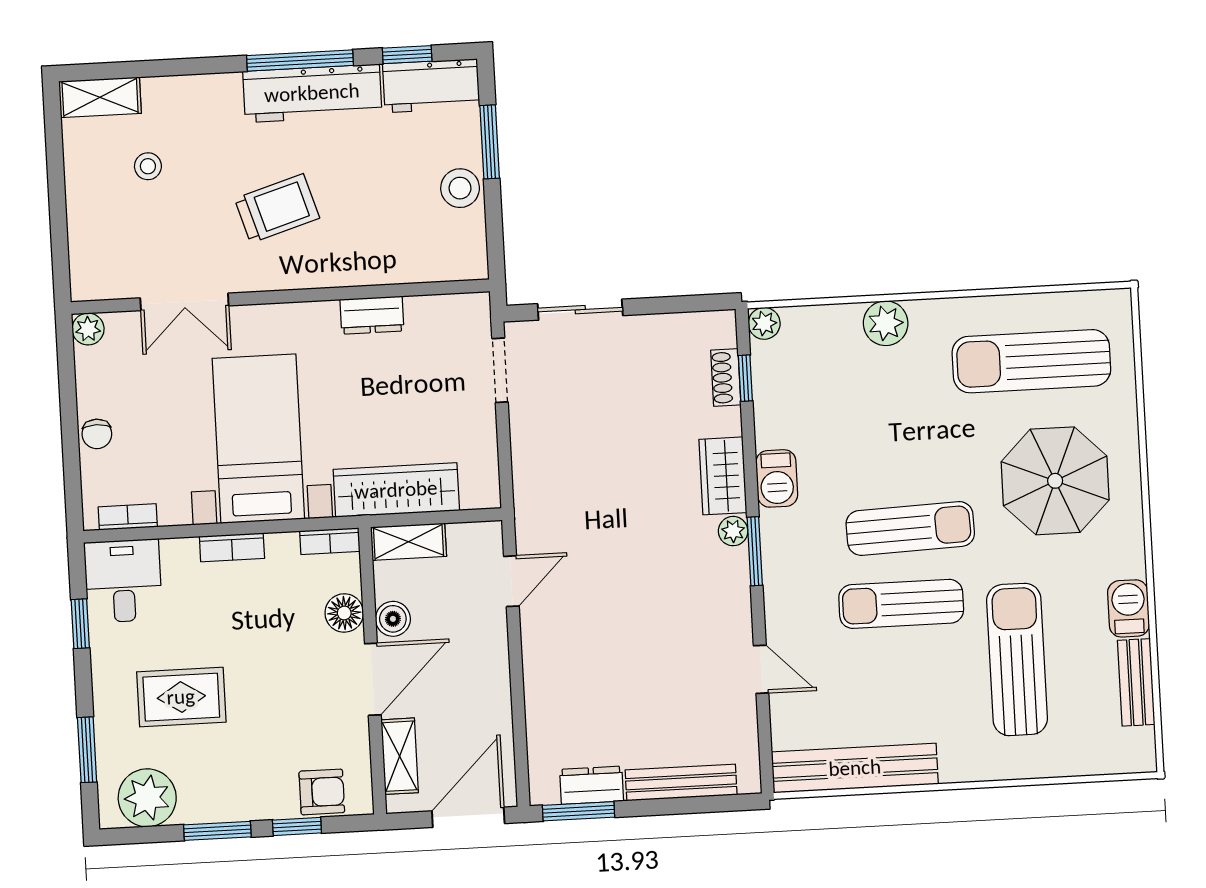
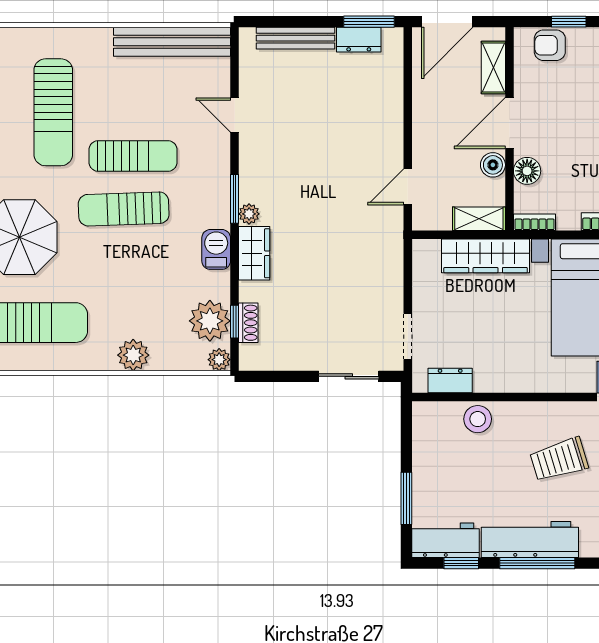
stool: (460, 188) -> (478, 419), moved
dresser: (372, 315) -> (450, 380), moved
plant: (780, 377) -> (210, 321), added

